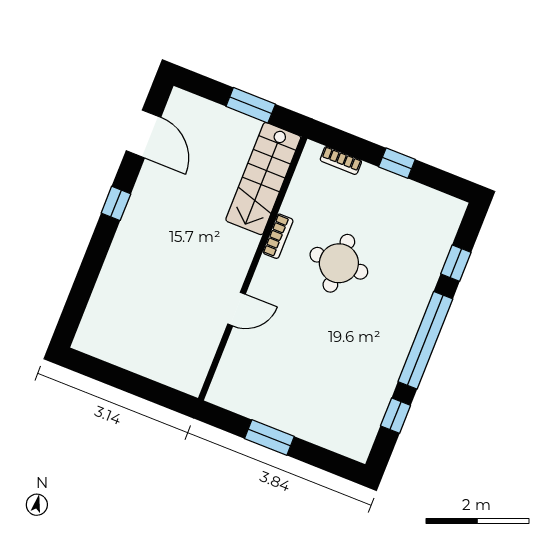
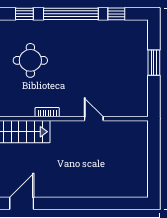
window: (116, 203) -> (64, 203), removed
round table: (339, 263) -> (30, 60), moved
window: (269, 437) -> (154, 63), moved

